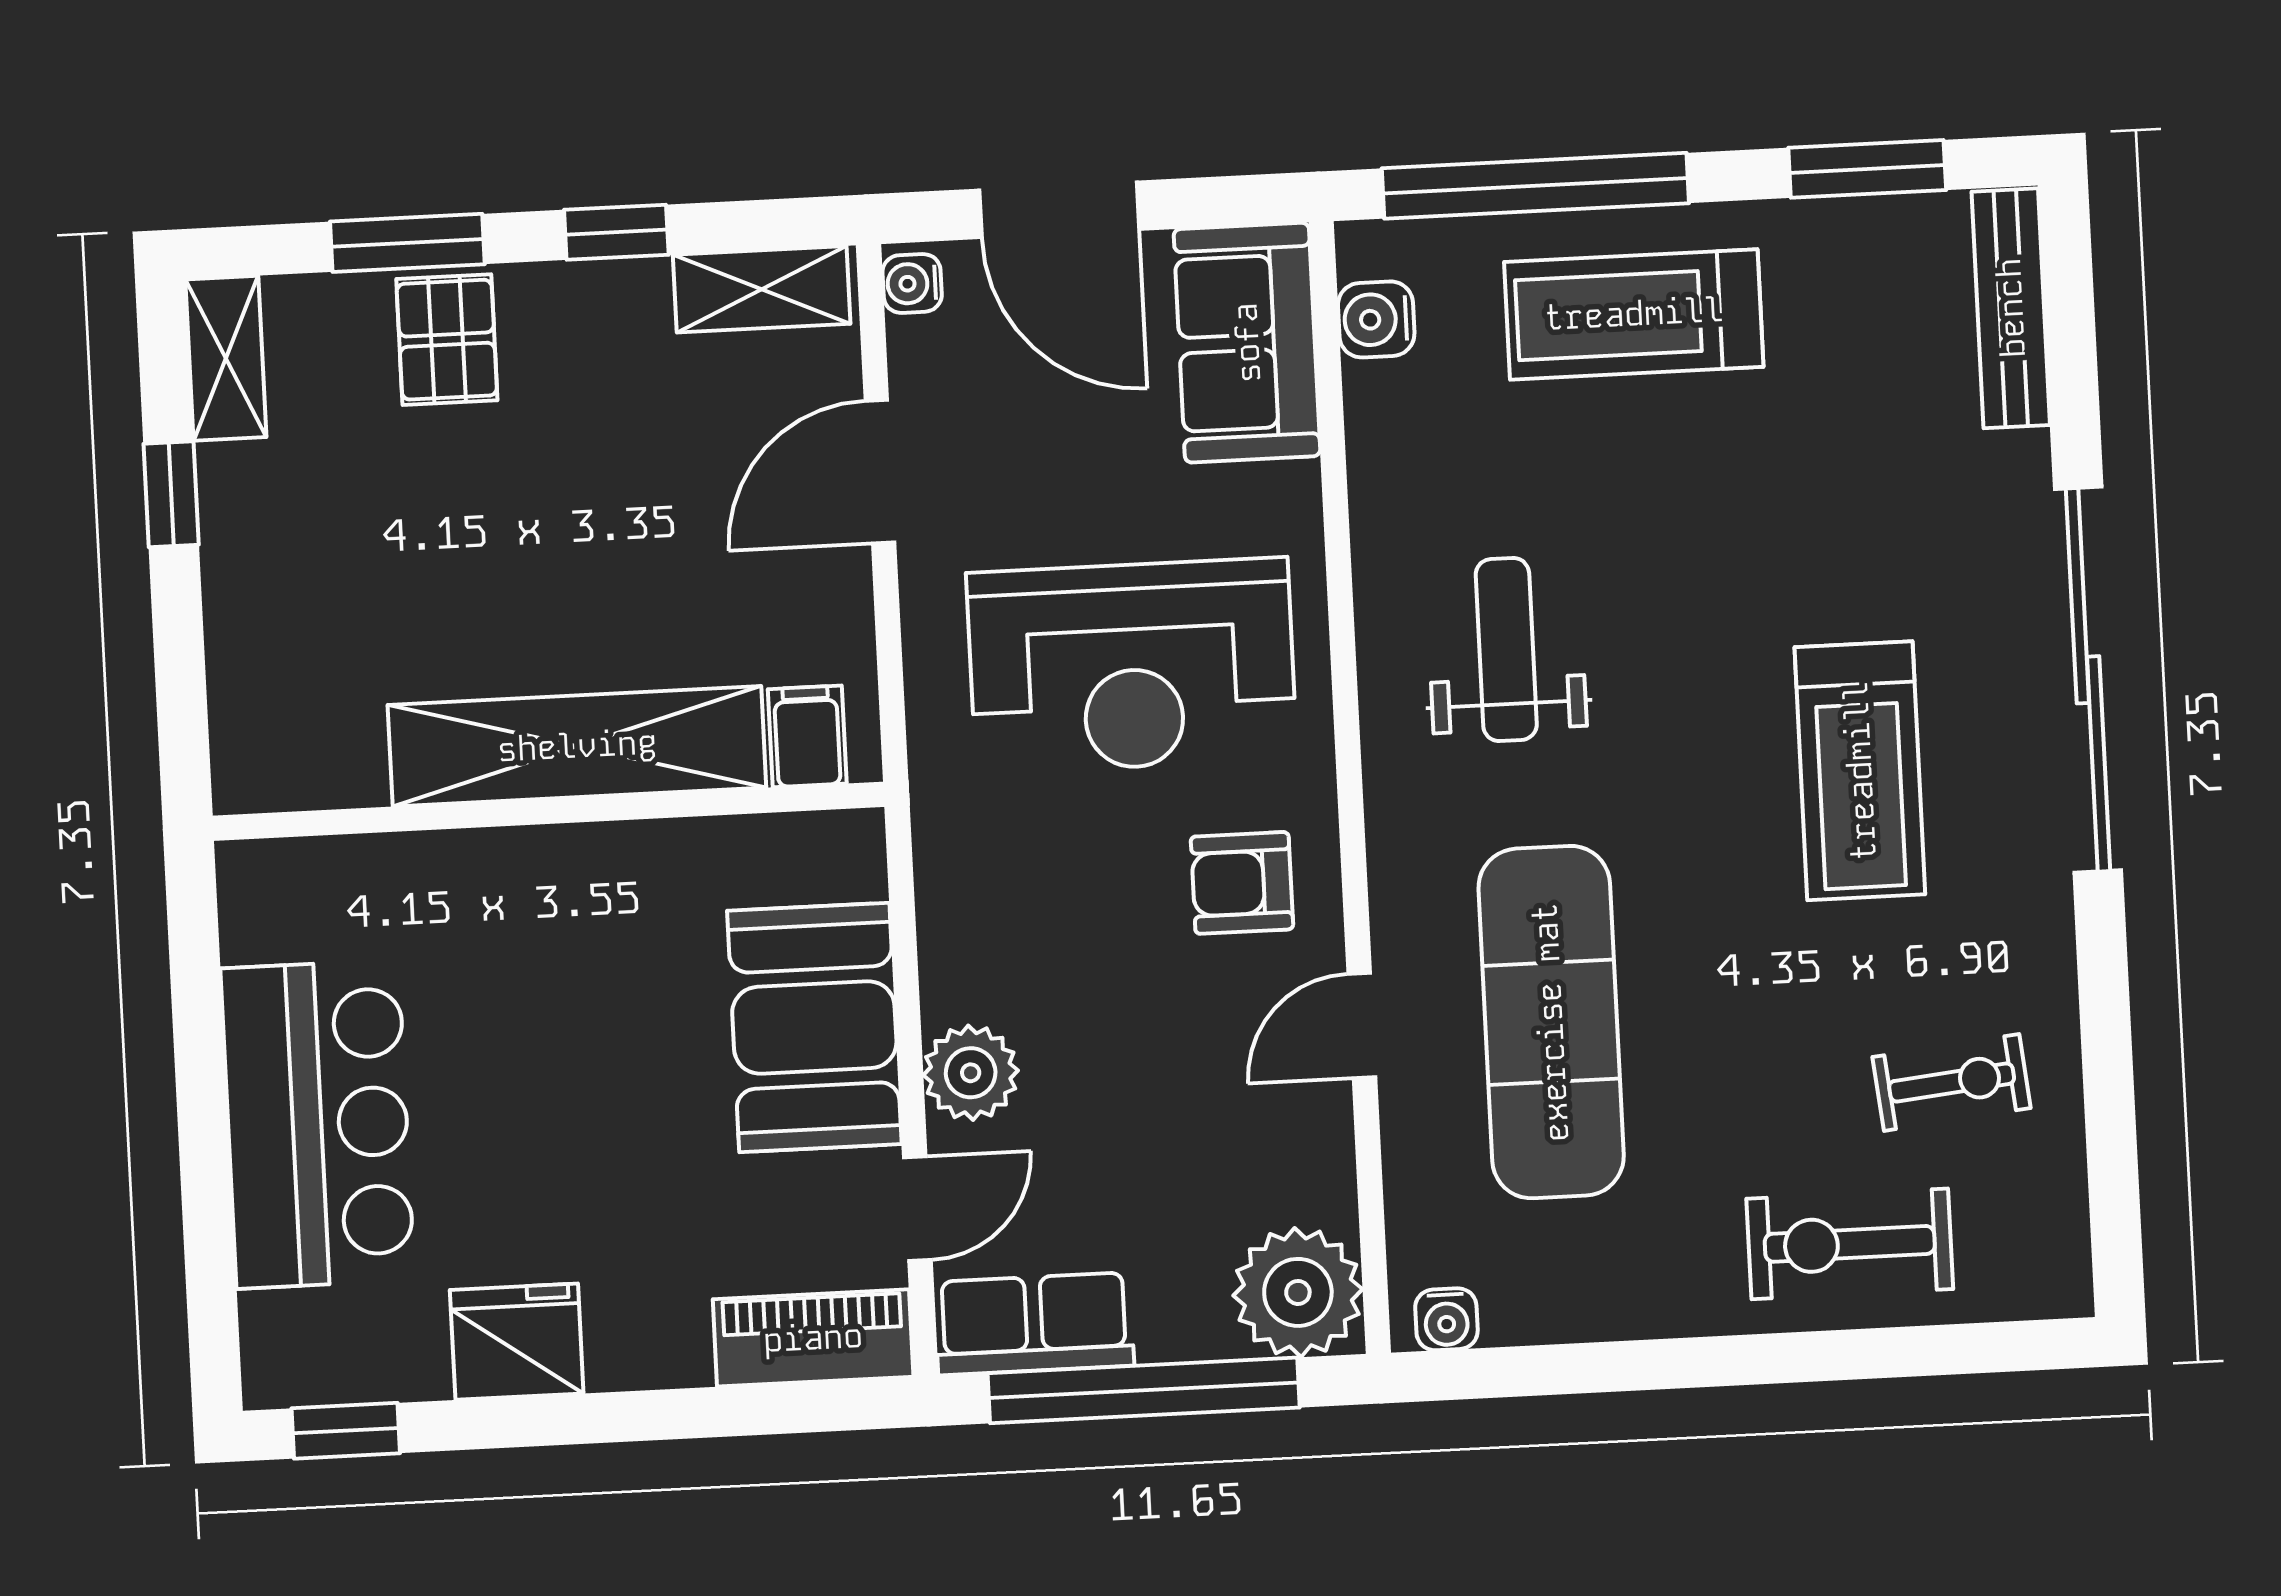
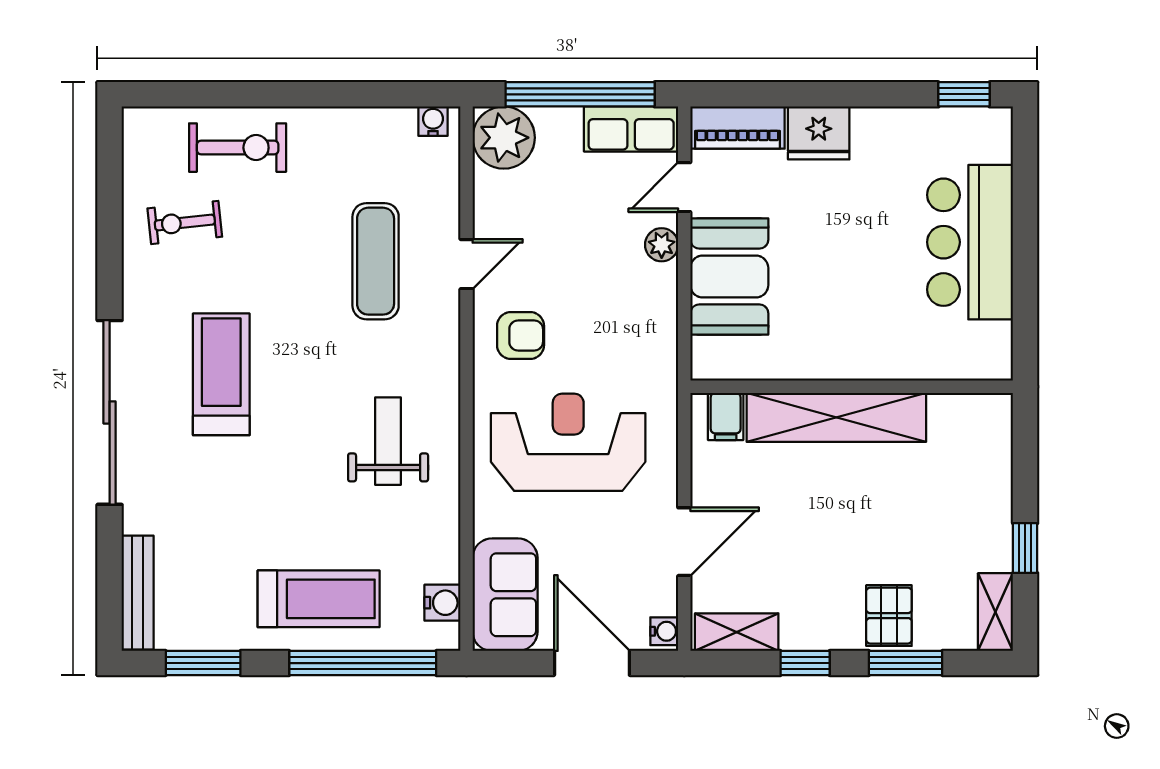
weight bench: (1506, 650) -> (388, 441), turned 180
exercise mat: (1551, 1022) -> (376, 261), width x0.73, depth x0.69
plant: (971, 1073) -> (662, 245), width x0.73, depth x0.73
fridge: (517, 1342) -> (819, 133), moved

